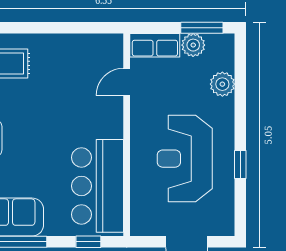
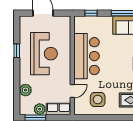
side table: (75, 65) -> (98, 99), added
bar counter: (97, 186) -> (86, 56), moved

